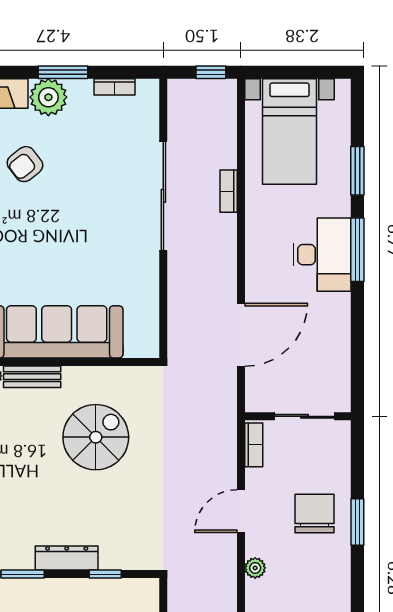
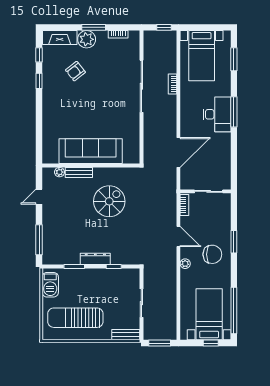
window: (357, 171) -> (234, 59), moved
door: (241, 511) -> (178, 237), swing flipped
chair: (315, 513) -> (212, 254), moved, turned 90

